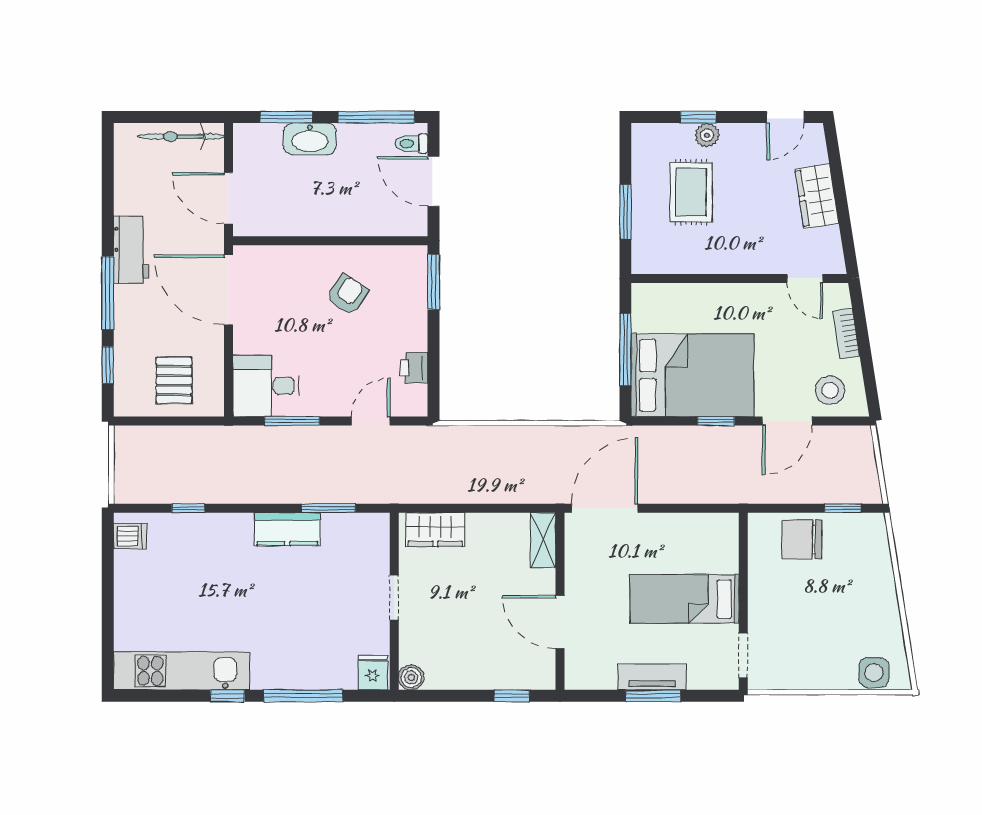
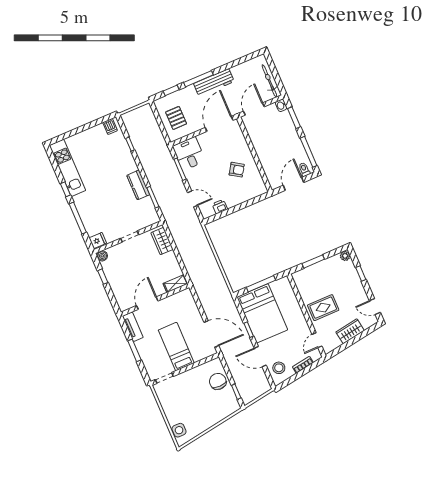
plant: (707, 135) -> (345, 256), moved
washbasin: (310, 139) -> (281, 105), moved, width x0.52, depth x0.69
rug: (691, 192) -> (323, 308), moved
workbench: (131, 250) -> (214, 83), width x1.38
window: (433, 282) -> (256, 200), removed
pallet: (174, 380) -> (176, 118), turned 90
door: (605, 508) -> (211, 334), moved
tv unit: (652, 677) -> (133, 327), moved
window: (512, 696) -> (103, 277), moved

